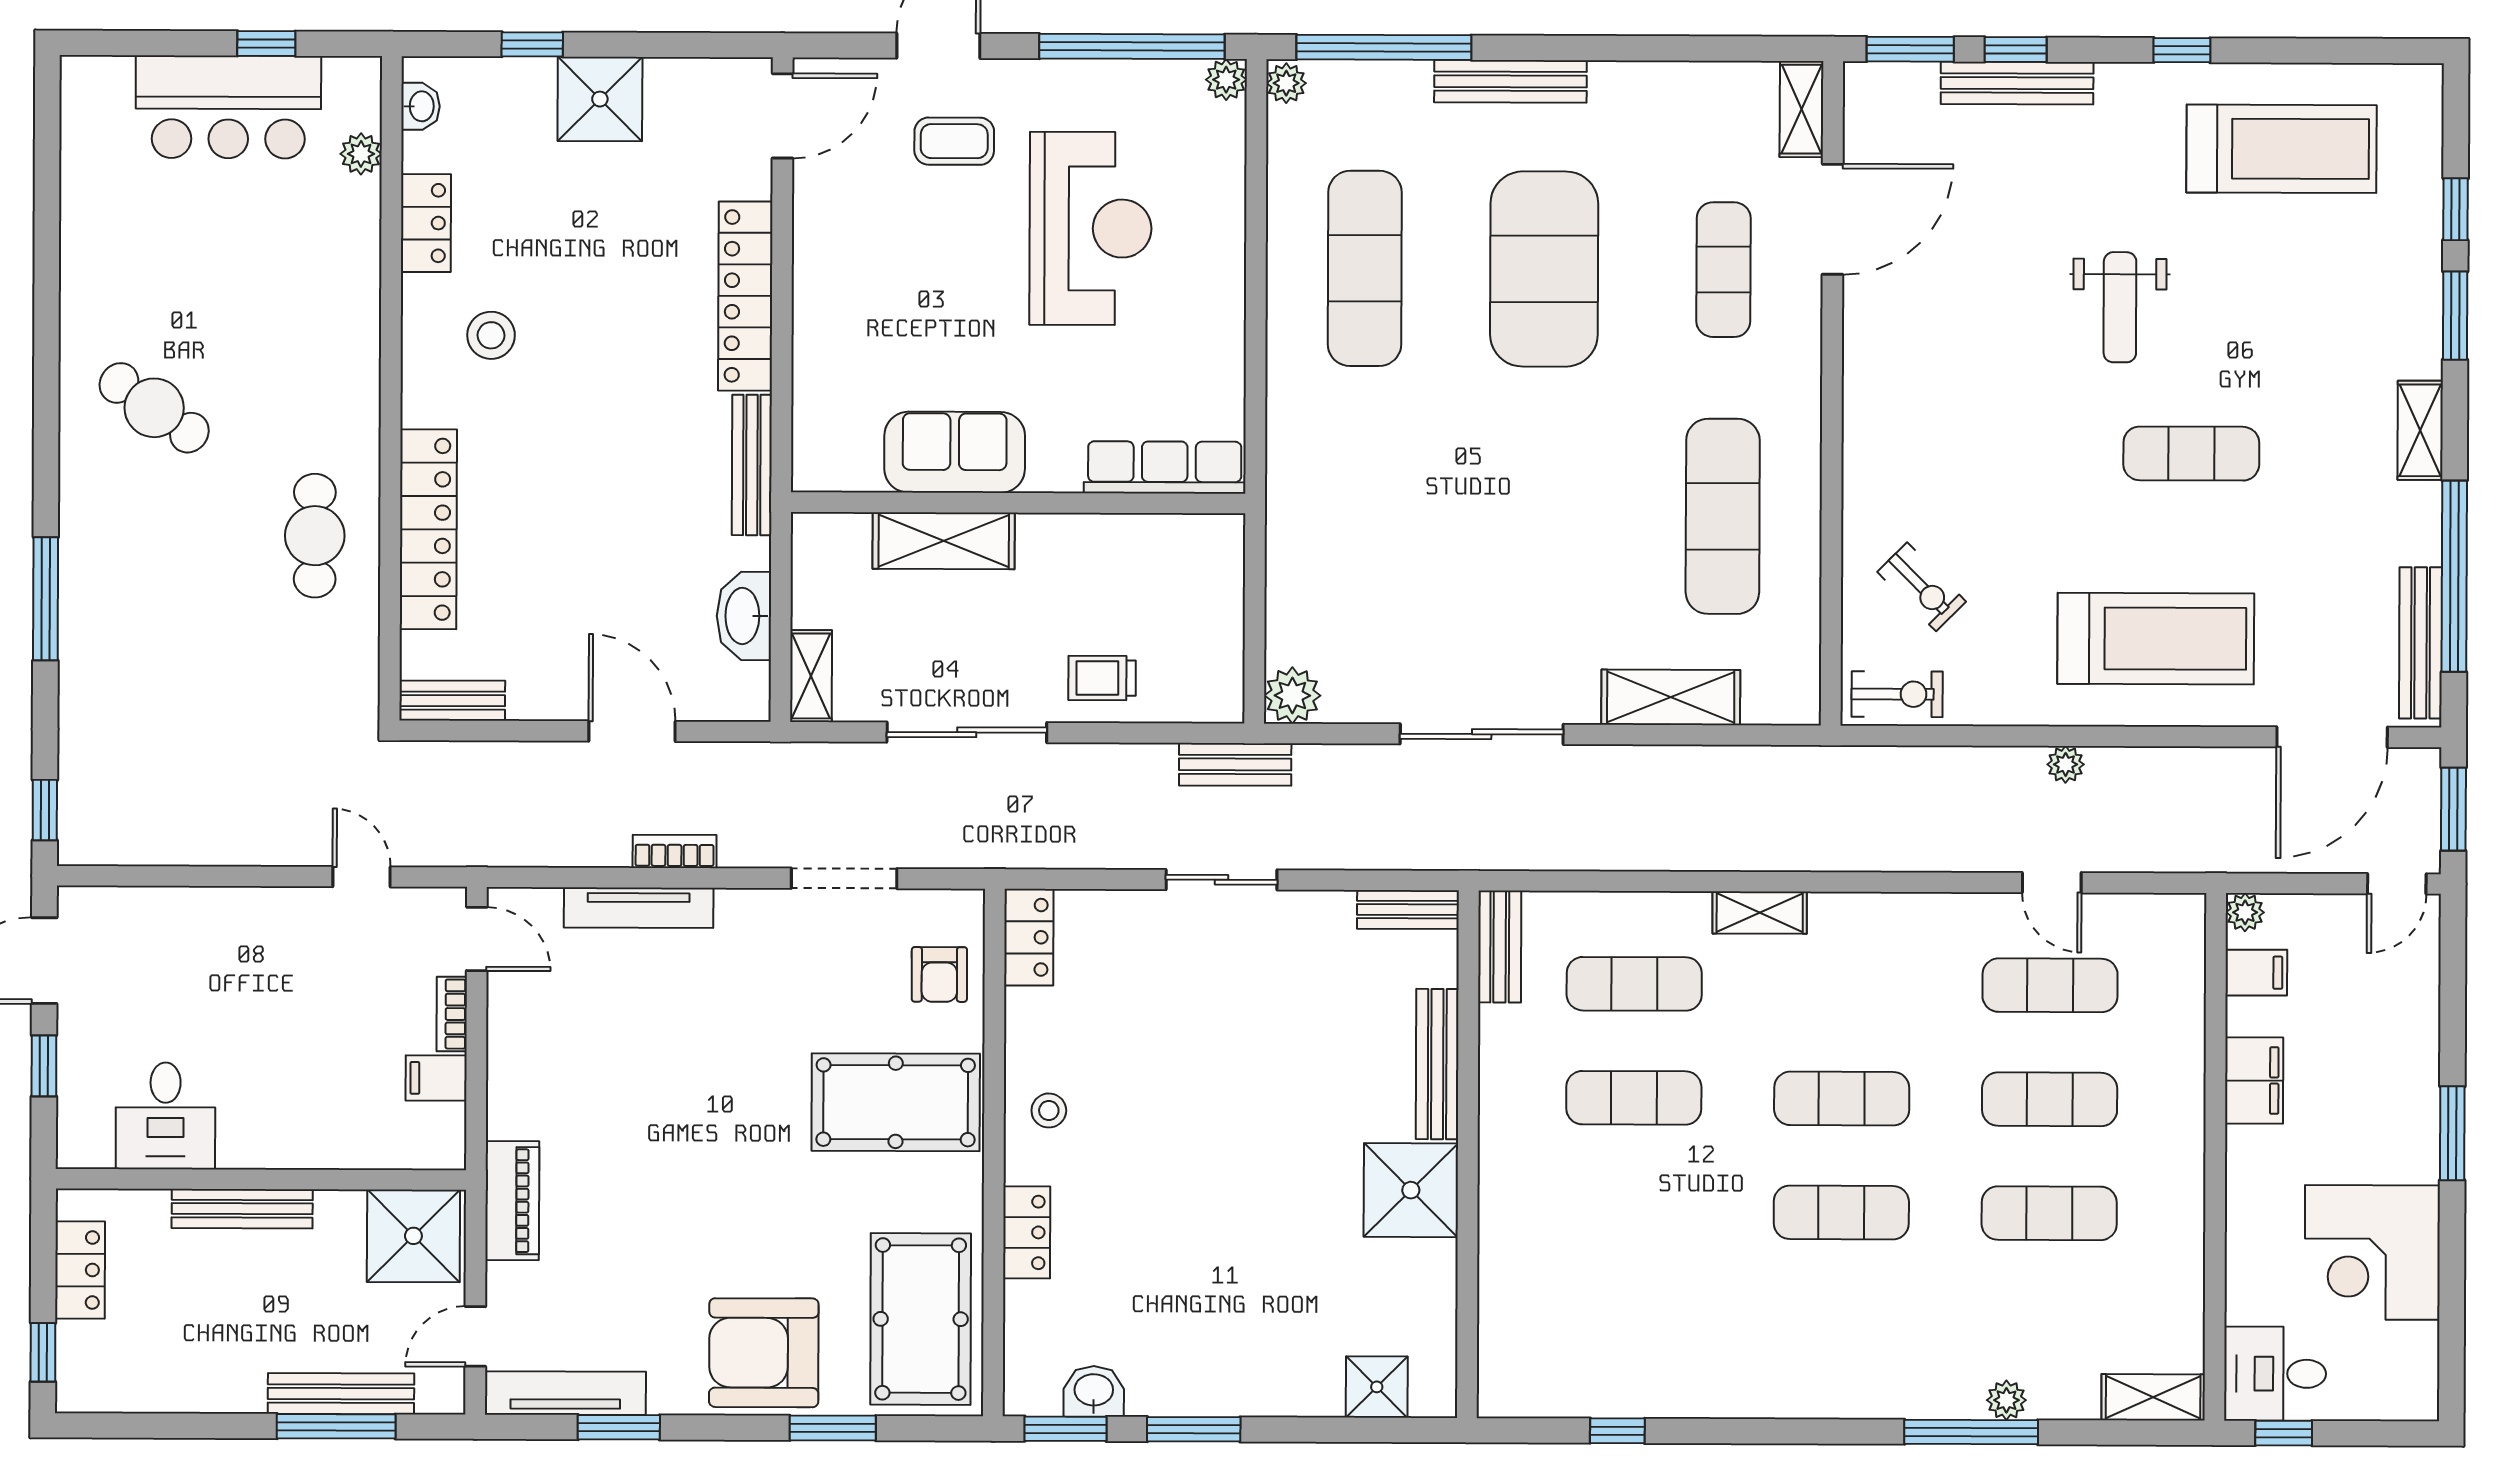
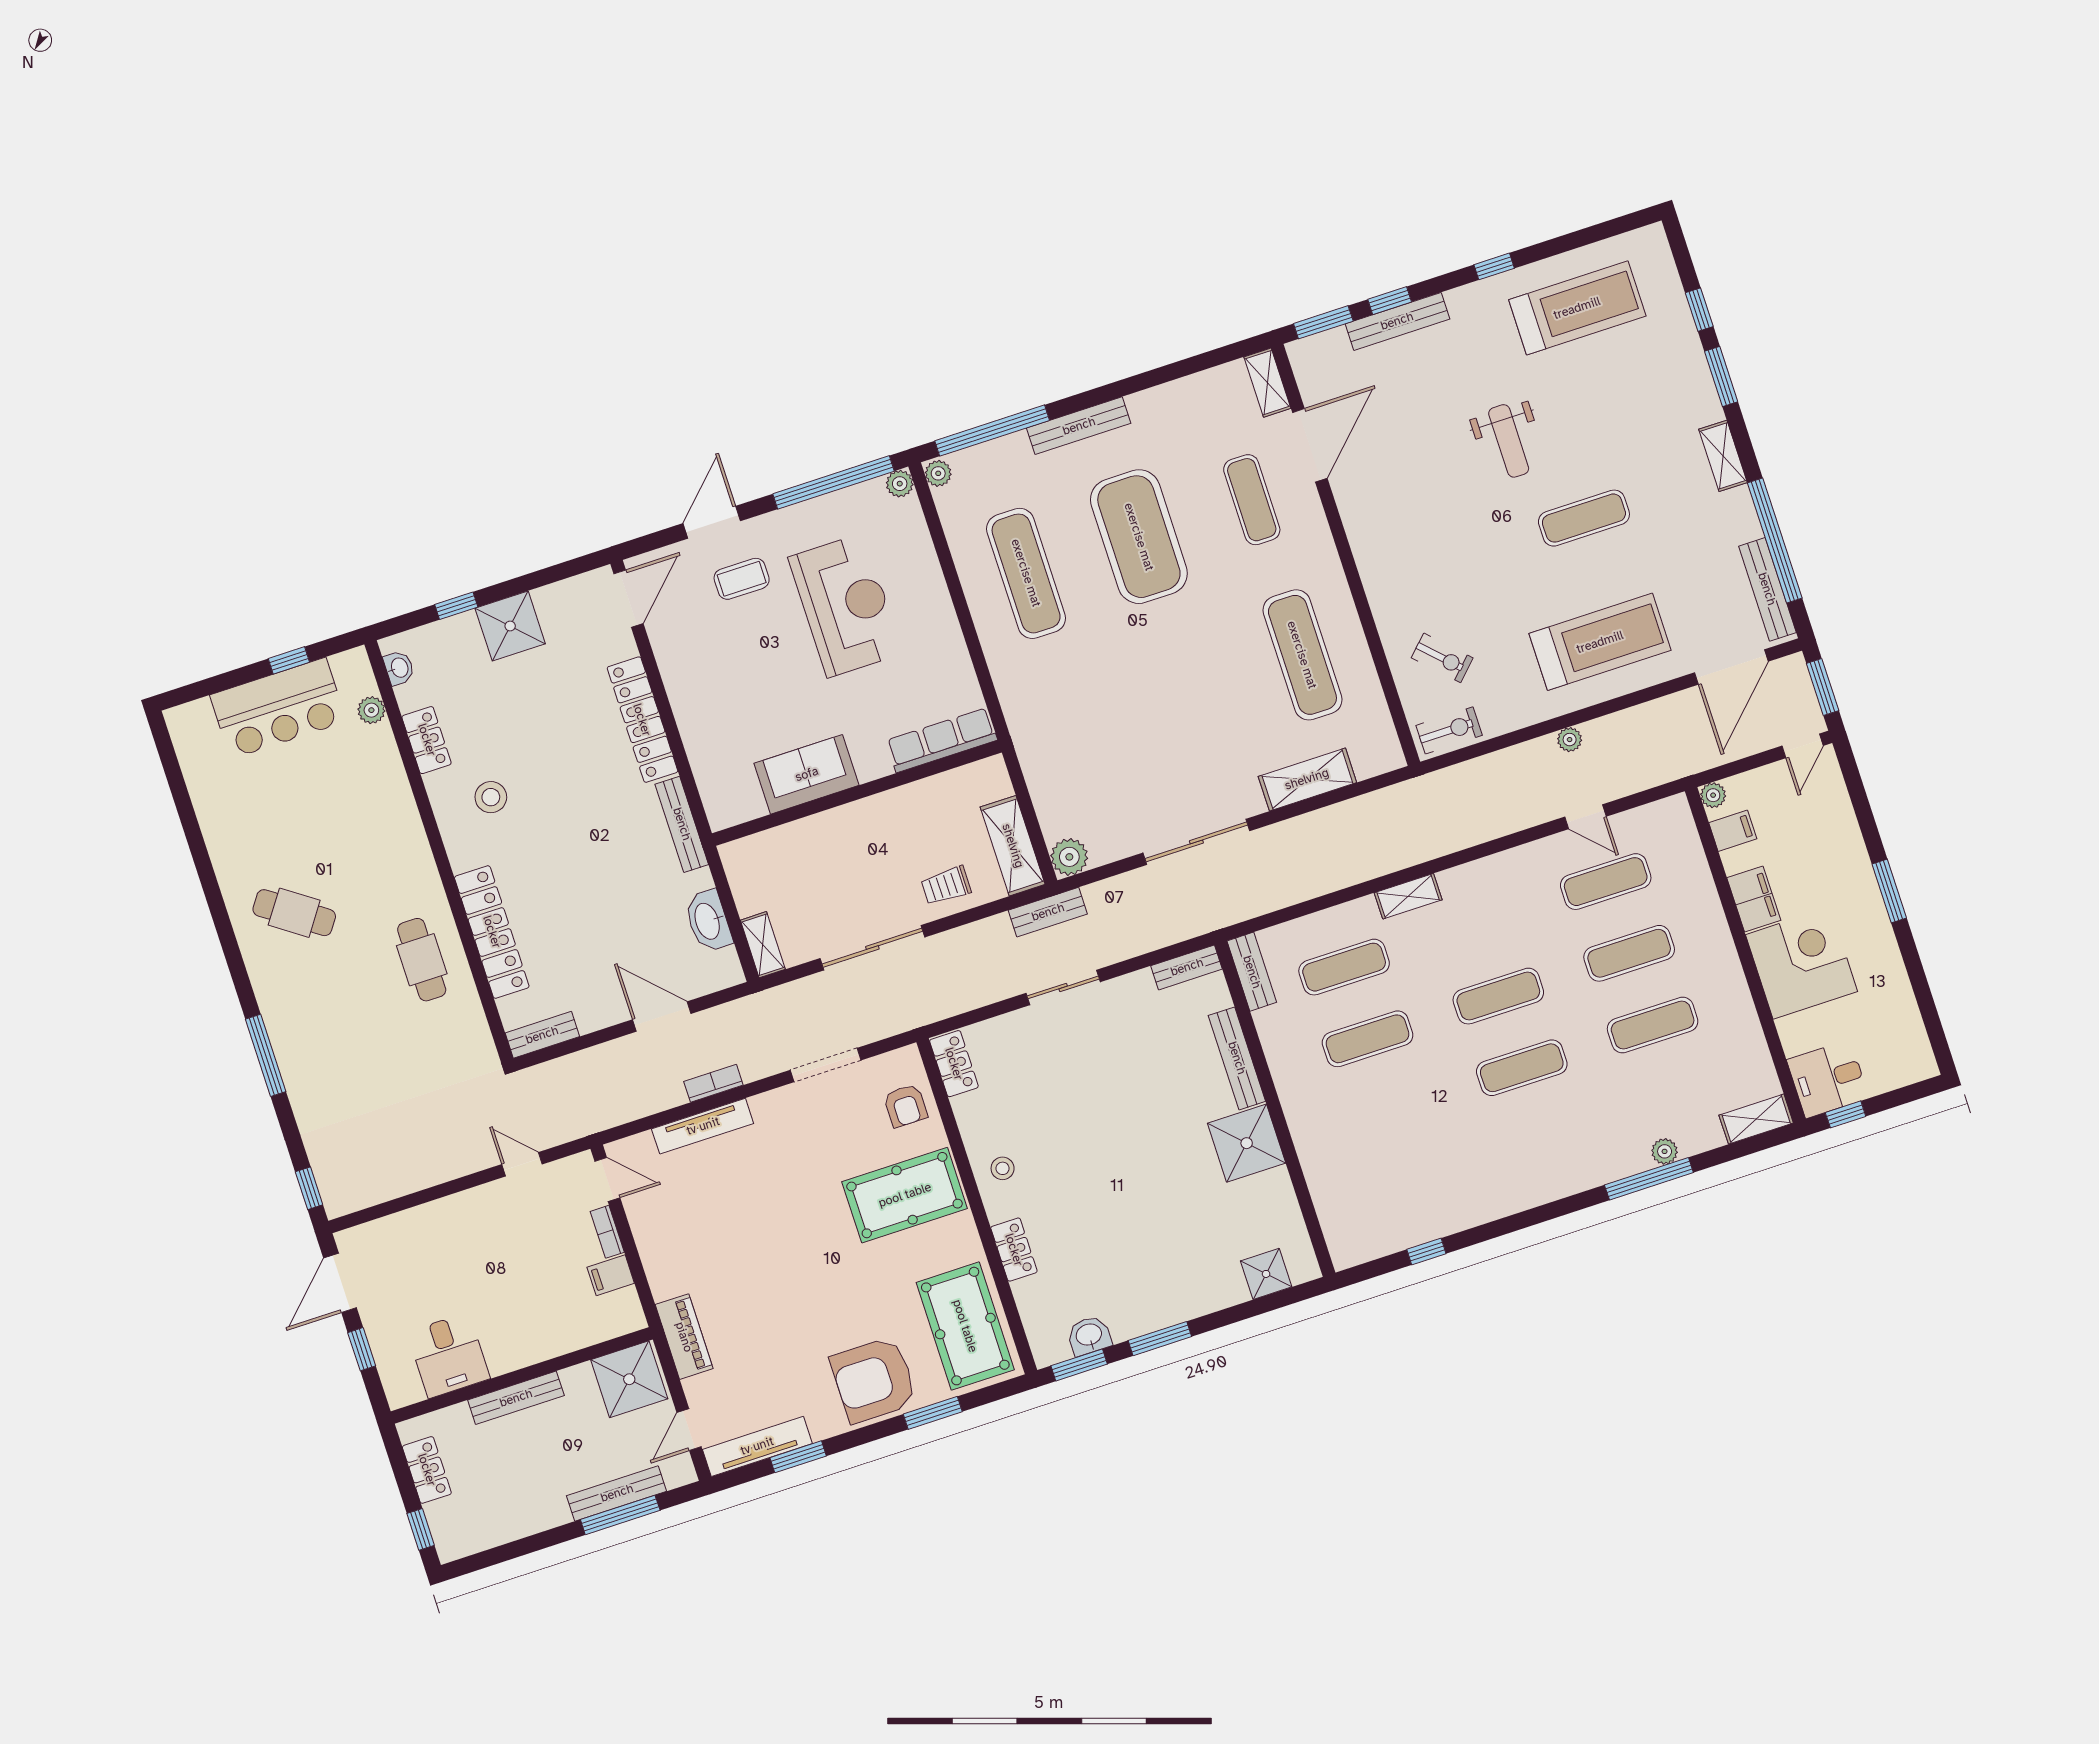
shelving: (944, 541) -> (1013, 846), moved, turned 90
corner desk: (2372, 1252) -> (1802, 963), moved, turned 180

